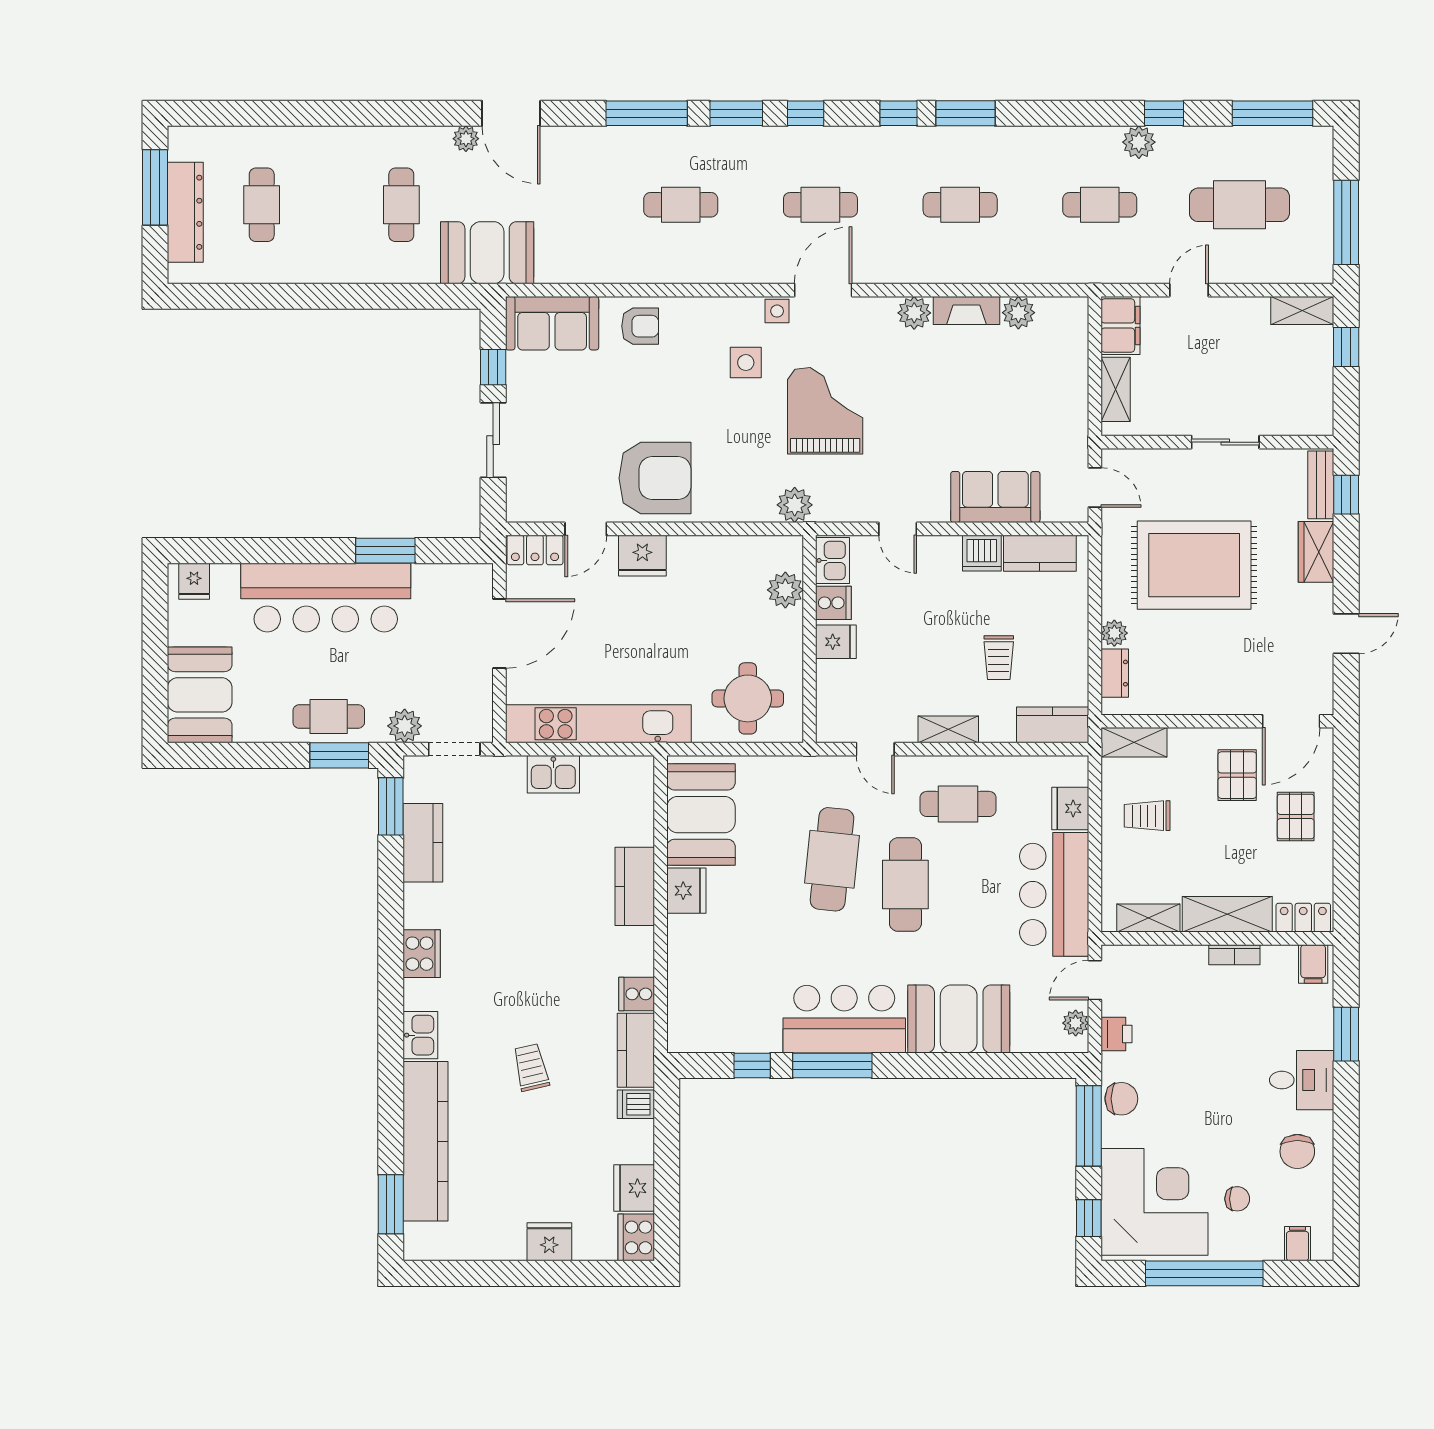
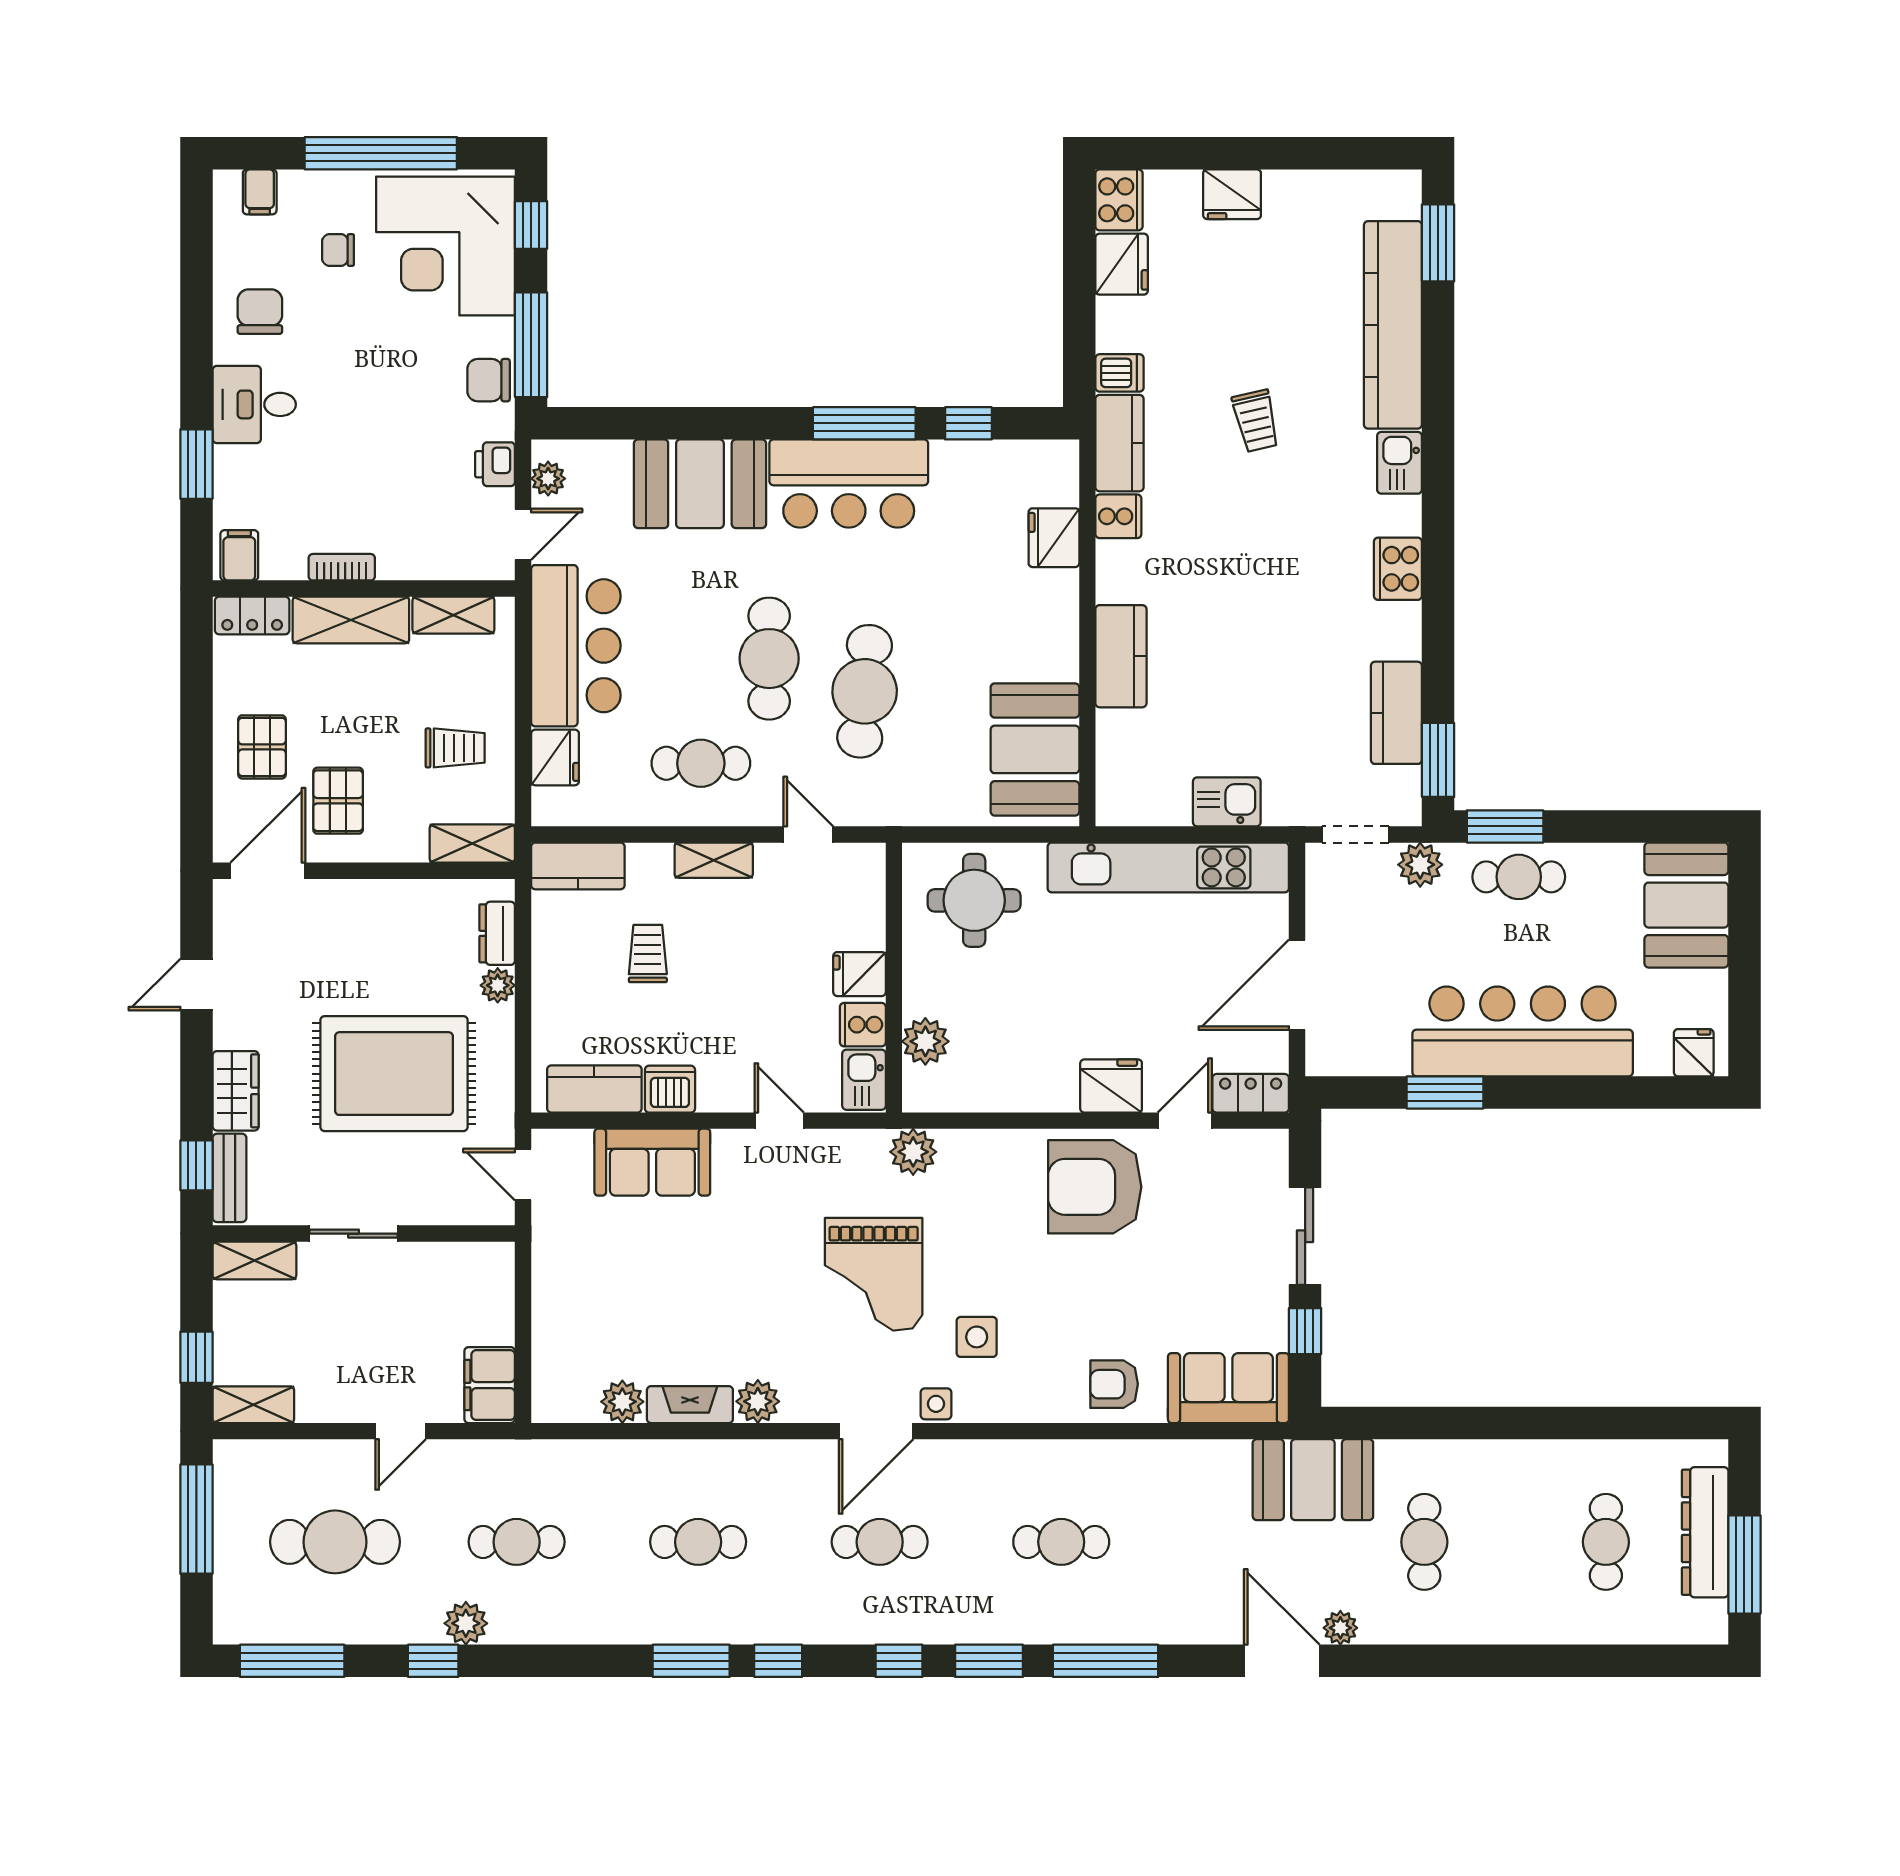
shelving: (1116, 389) -> (254, 1260), moved, turned 90
fridge: (686, 891) -> (1054, 538), moved

